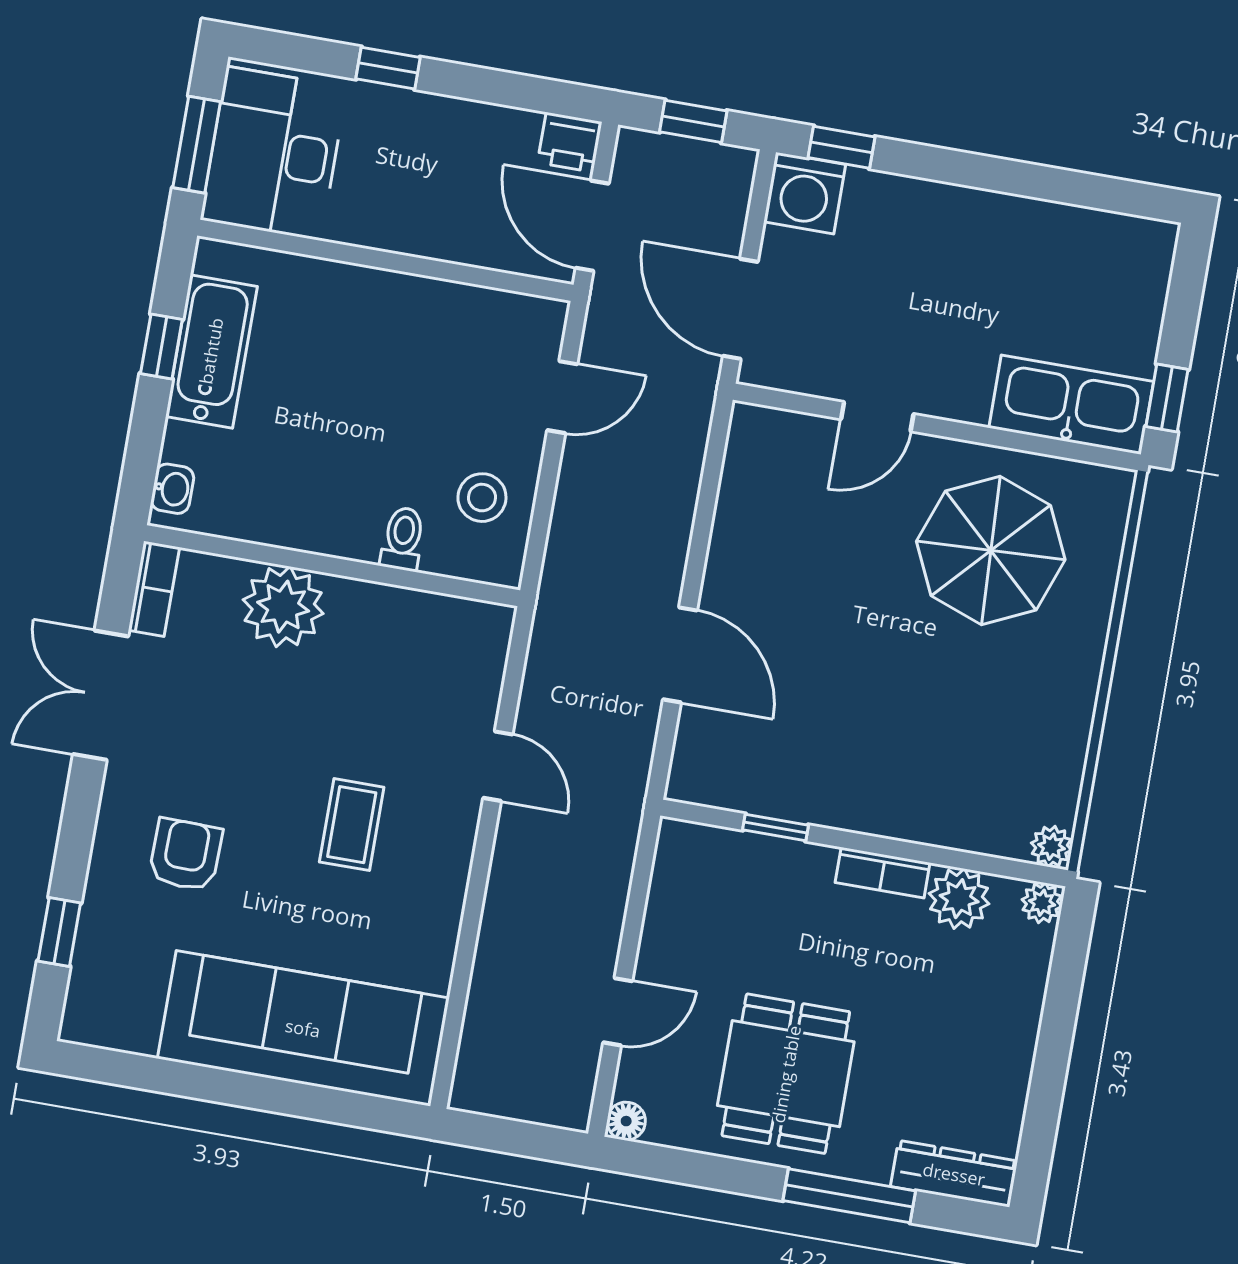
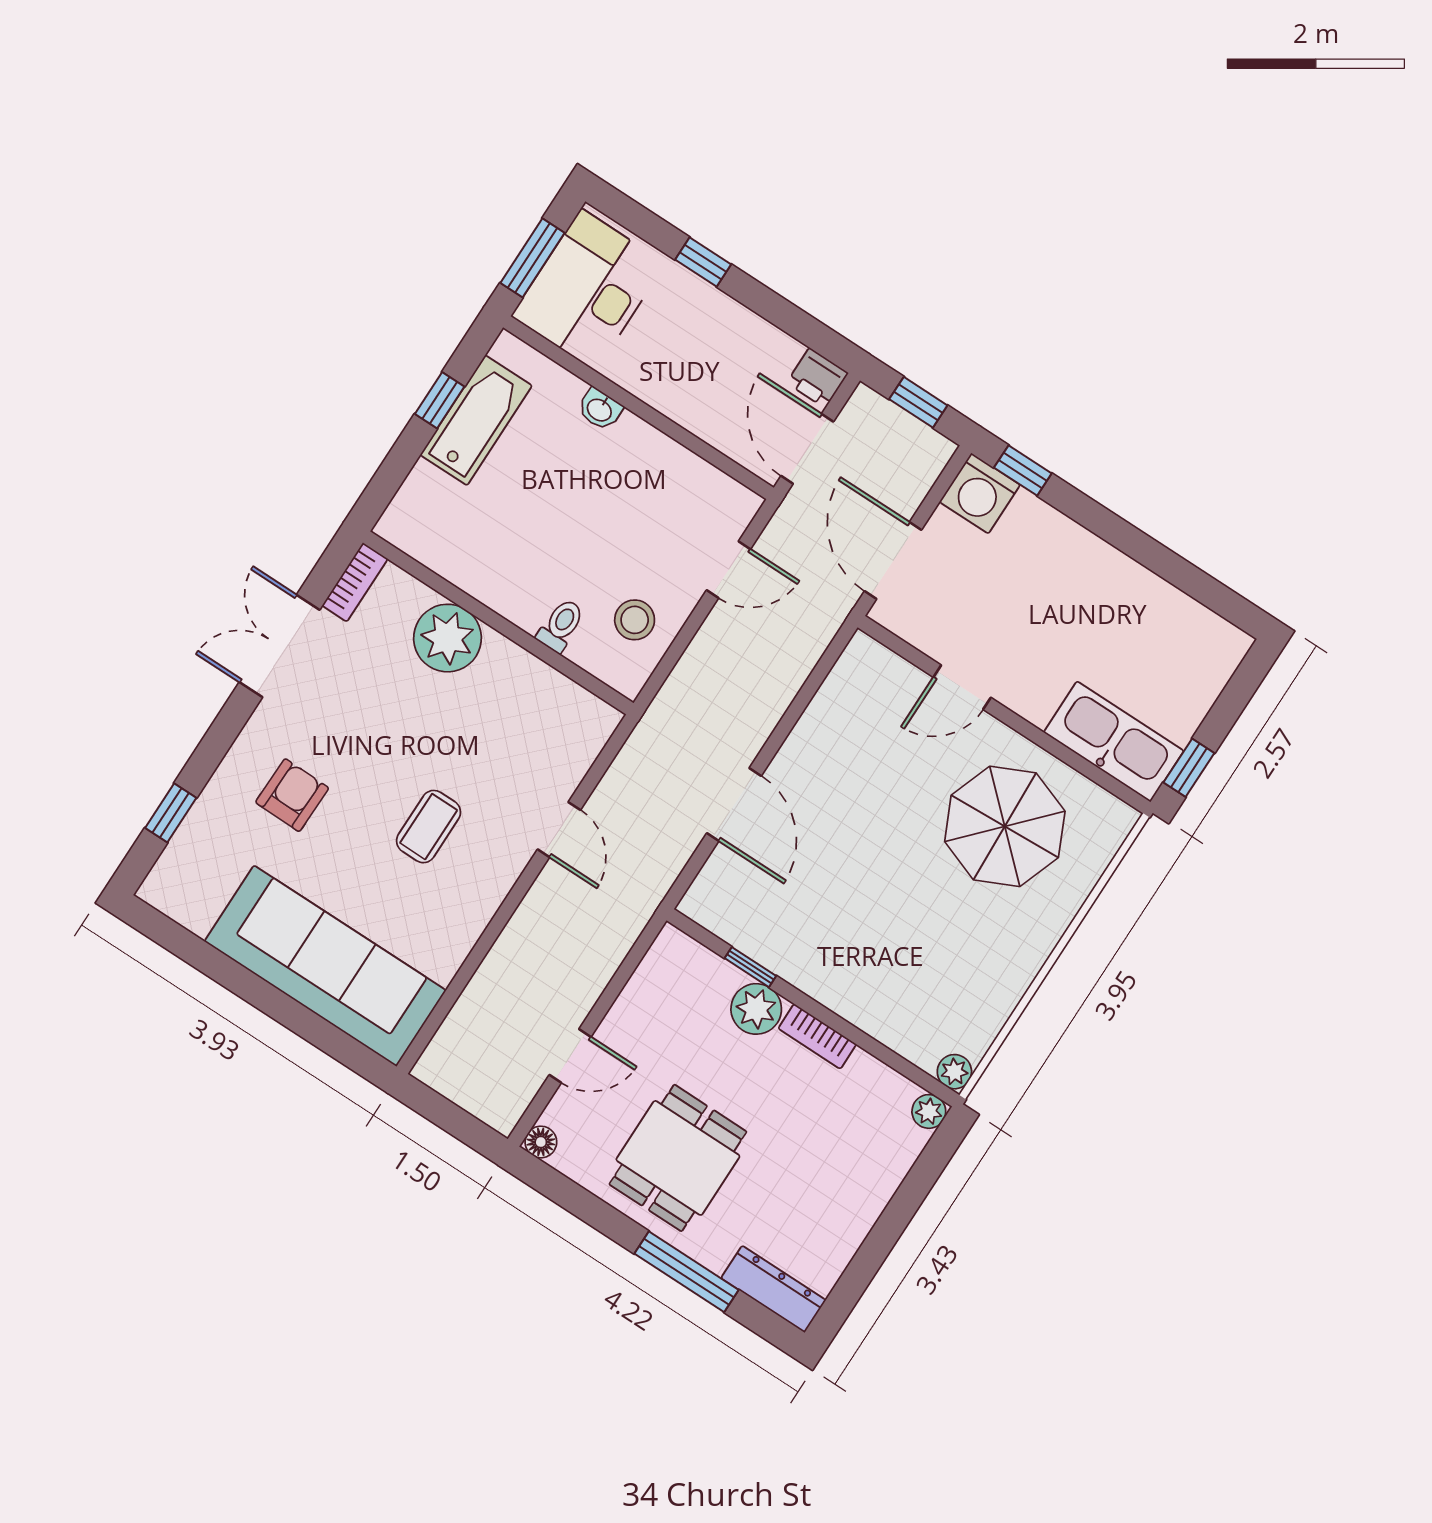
washbasin: (172, 489) -> (600, 409), moved, turned 90
plant: (959, 899) -> (756, 1009), moved

